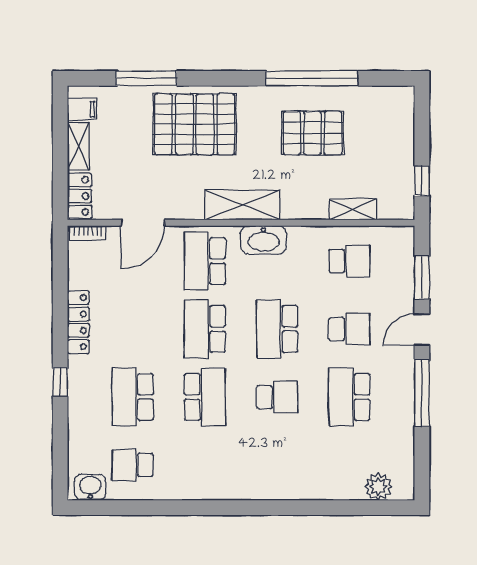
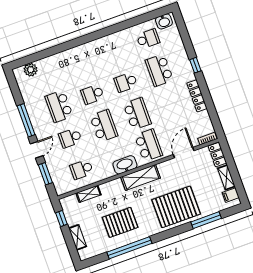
shelving: (404, 134) -> (78, 237), added
school desk: (133, 397) -> (159, 70), turned 180
school desk: (205, 397) -> (126, 82), width x0.54
school desk: (349, 397) -> (59, 106), turned 180

